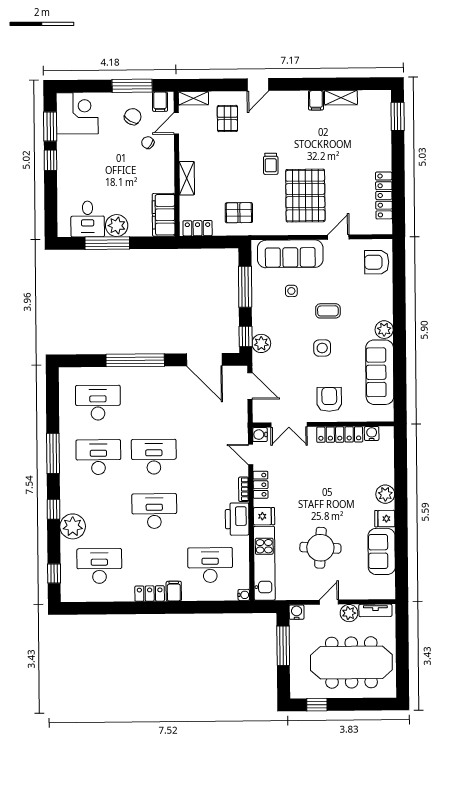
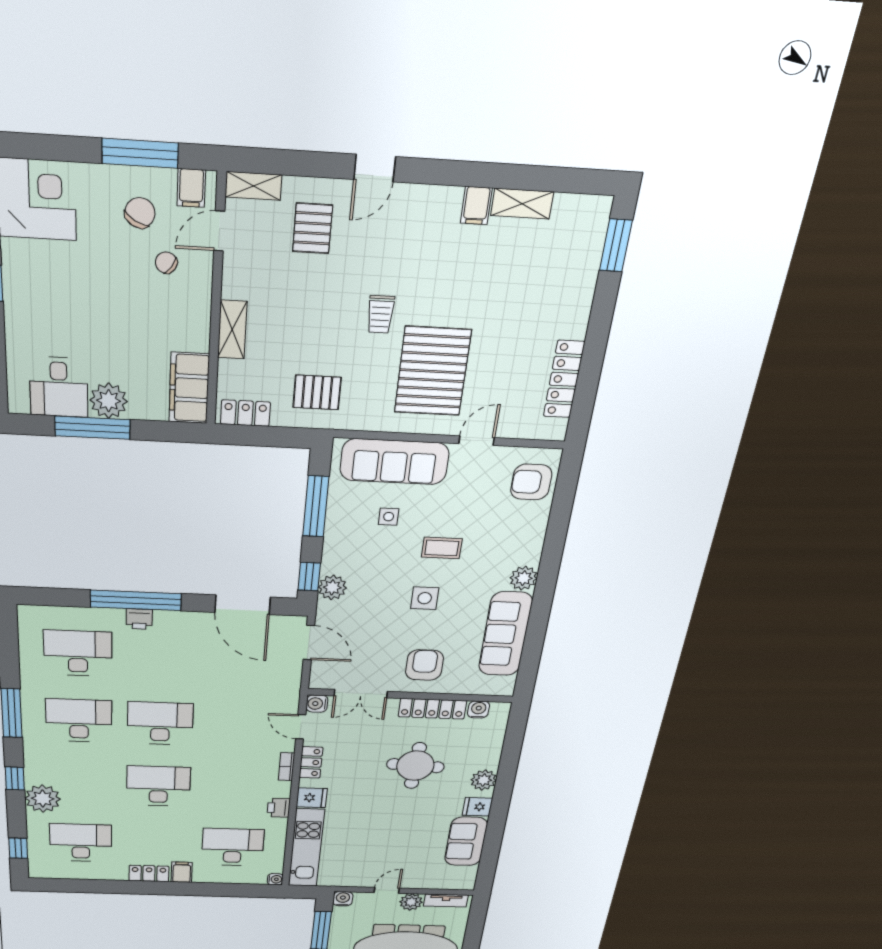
printer: (138, 374) -> (139, 619), added
printer: (237, 519) -> (279, 808), width x0.53, depth x0.68
round table: (320, 548) -> (415, 766), moved

